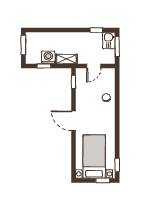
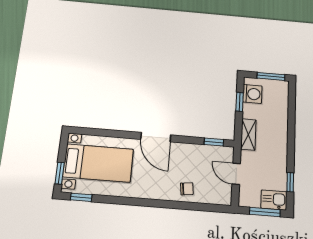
washing machine: (48, 57) -> (252, 94), moved
door: (74, 121) -> (156, 137), swing flipped

